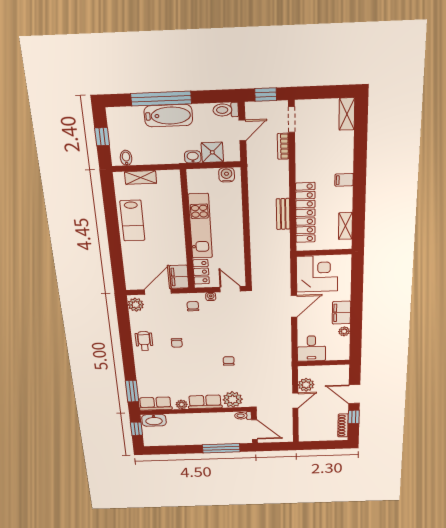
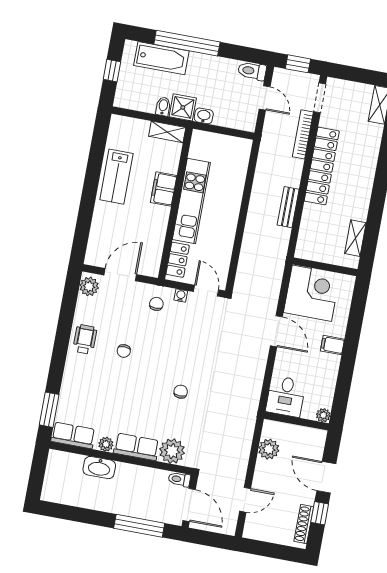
bathtub: (168, 116) -> (161, 58), moved
door: (242, 130) -> (265, 98), hinge flipped
bookcase: (283, 146) -> (303, 134), width x1.56
shower: (212, 152) -> (183, 107), moved
bidet: (126, 158) -> (163, 106), moved
water cooler: (227, 175) -> (236, 145), removed
shelving: (141, 177) -> (167, 132), moved
filing cabinet: (344, 180) -> (364, 181), removed
locker: (305, 213) -> (322, 166), moved
filing cabinet: (179, 277) -> (164, 189), moved
door: (294, 306) -> (276, 331), hinge flipped
filing cabinet: (341, 313) -> (332, 345), width x0.50
plant: (344, 331) -> (323, 415), moved
door: (295, 400) -> (245, 500), moved
washbasin: (154, 420) -> (99, 468), moved
window: (136, 429) -> (38, 469), removed

